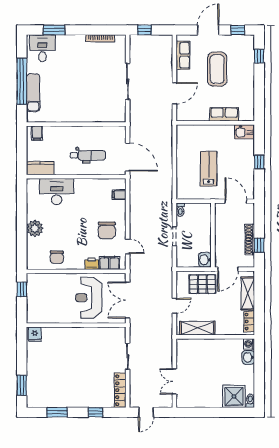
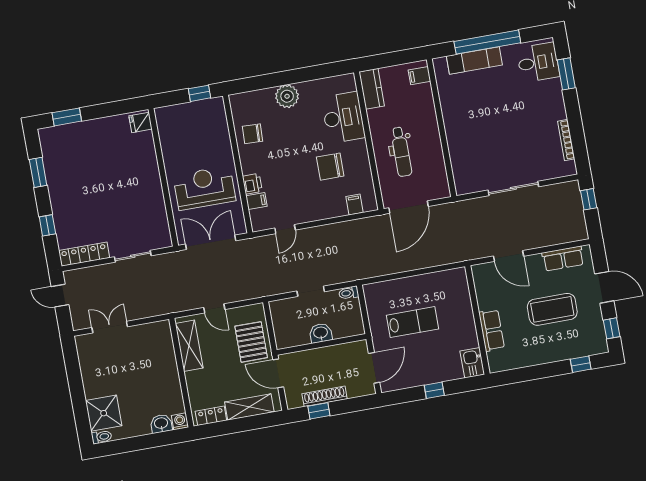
chair: (107, 230) -> (330, 167), moved
washbasin: (205, 260) -> (321, 333), moved
filing cabinet: (109, 263) -> (256, 201), width x0.50

